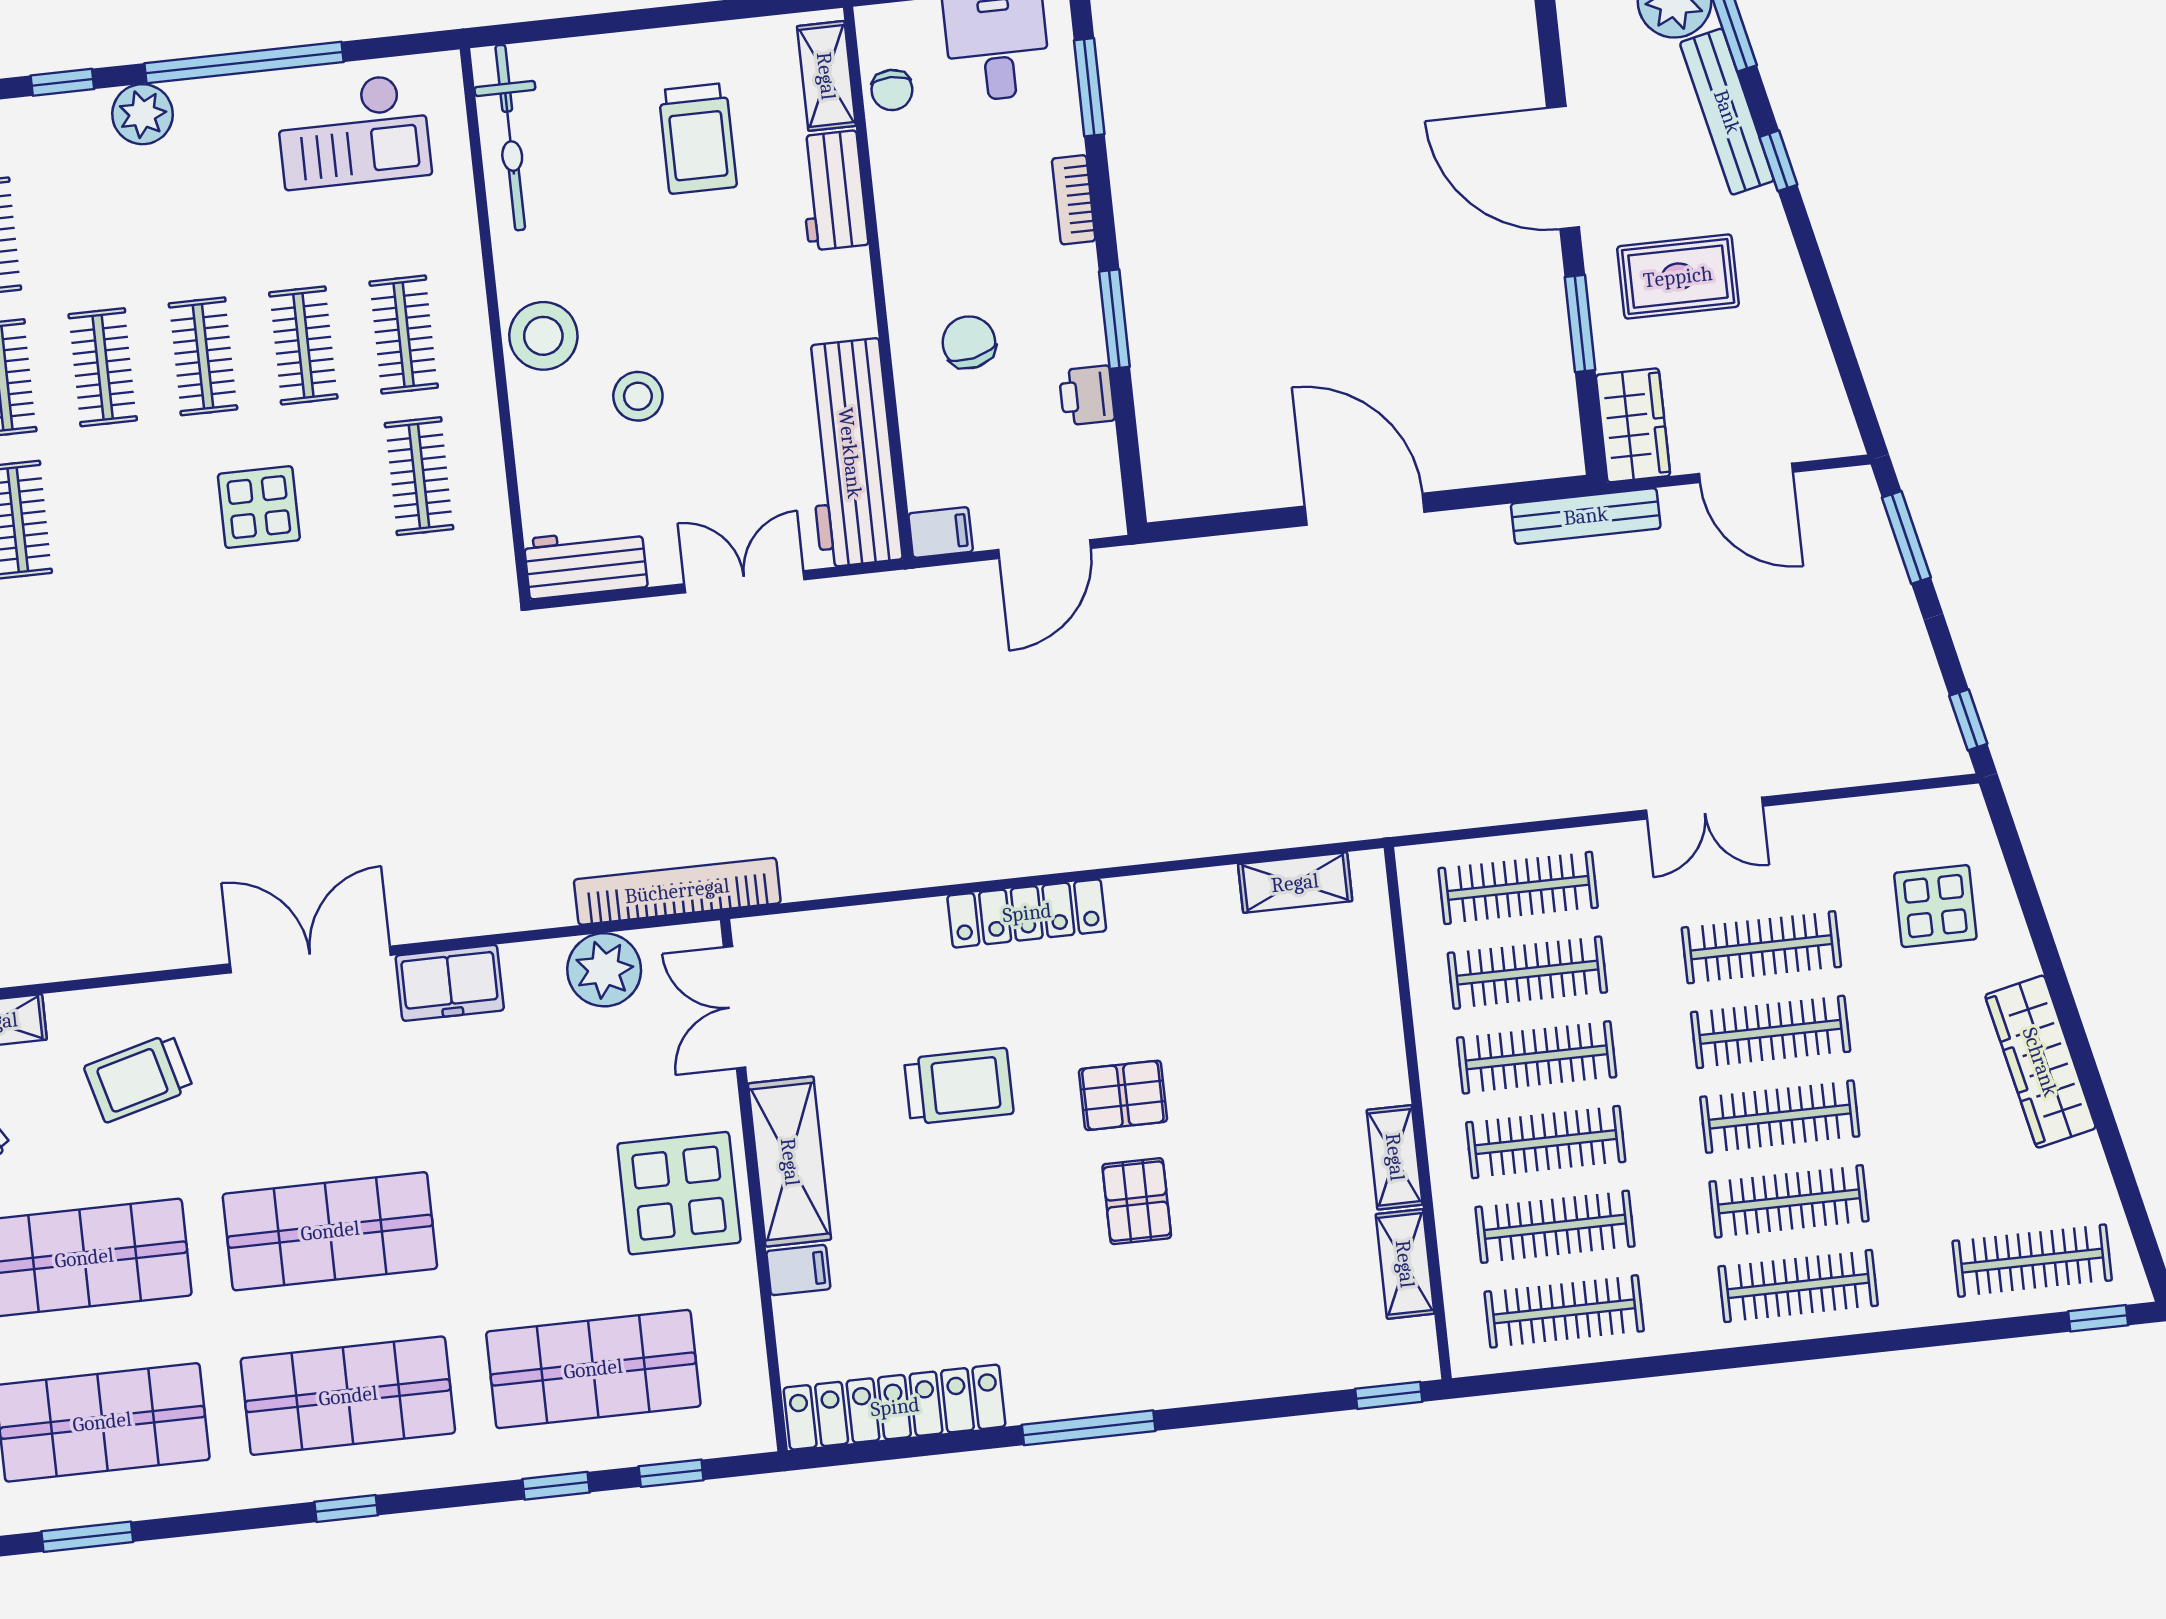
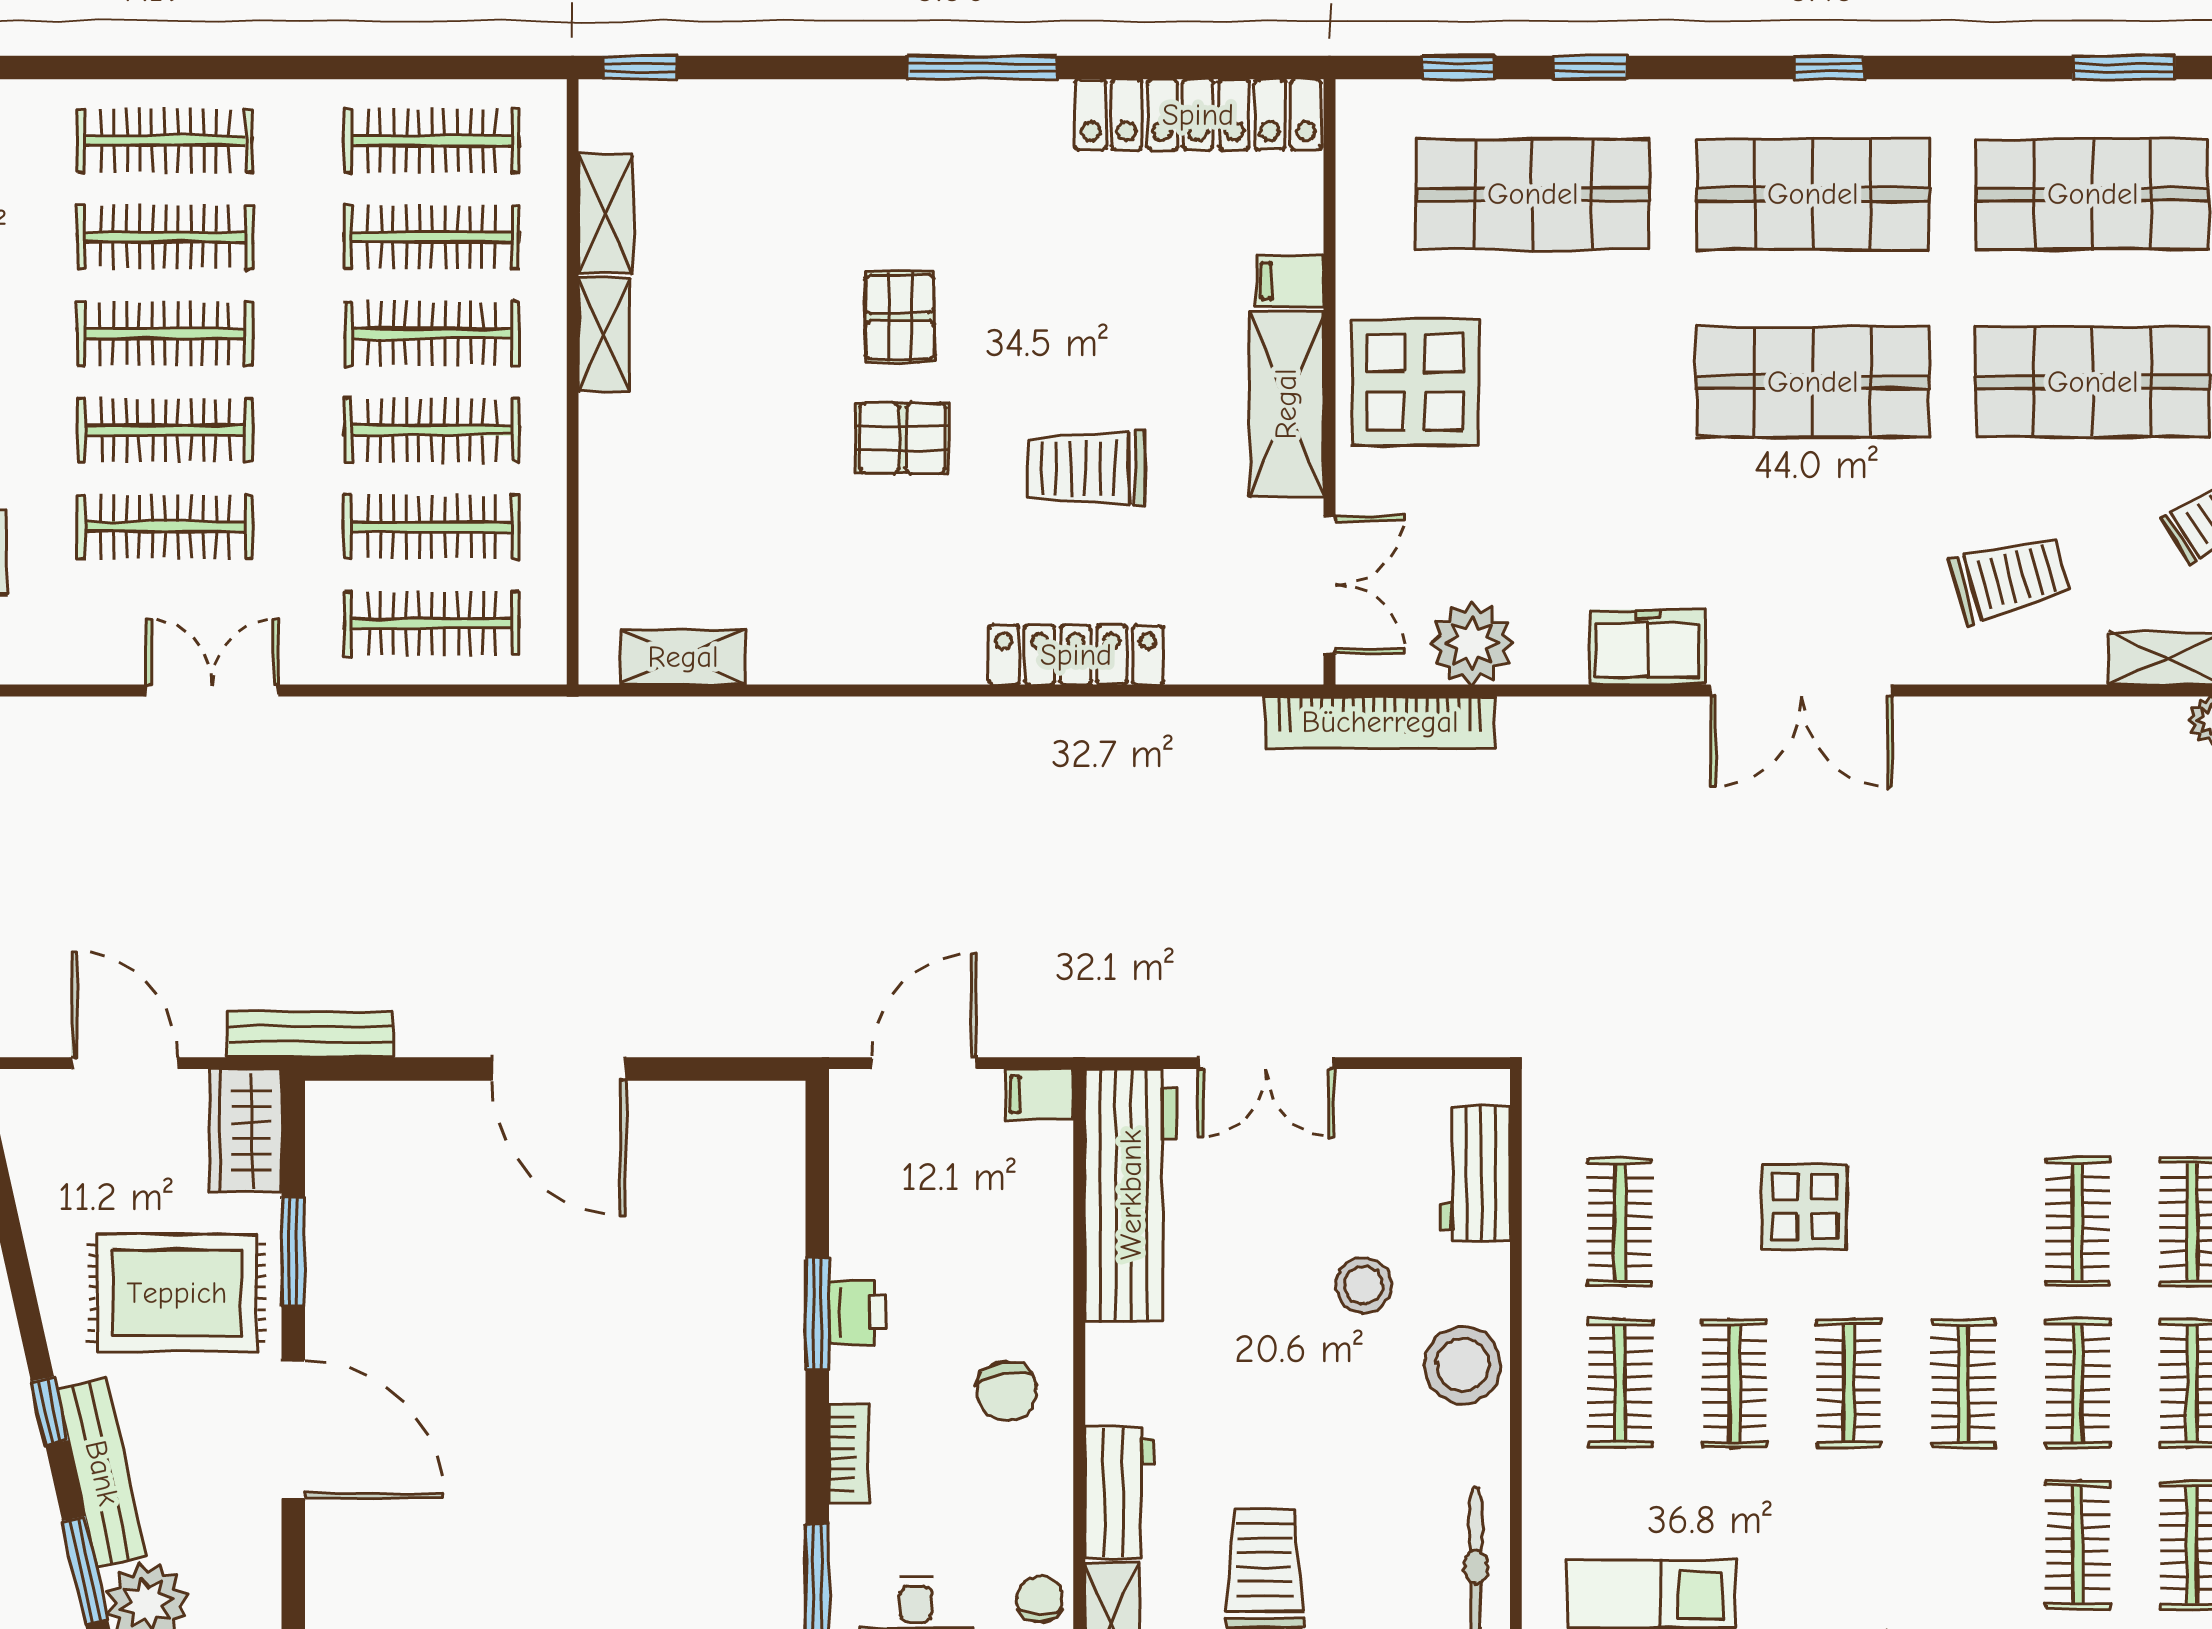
rug: (1678, 277) -> (177, 1293), width x1.36, depth x1.43
chair: (969, 342) -> (1007, 1391), moved
printer: (1087, 395) -> (858, 1312), moved
workbench: (586, 563) -> (1475, 1174), moved, turned 90
locker: (1027, 913) -> (1076, 655), moved

